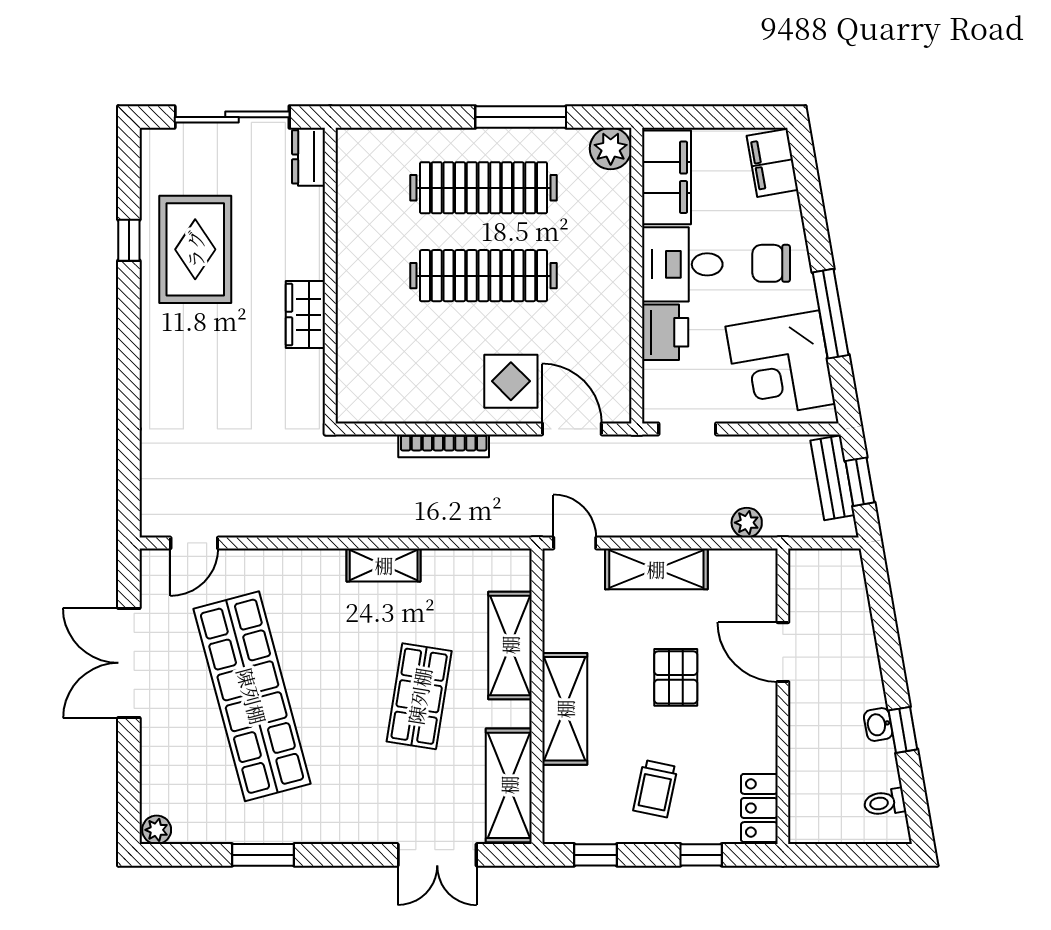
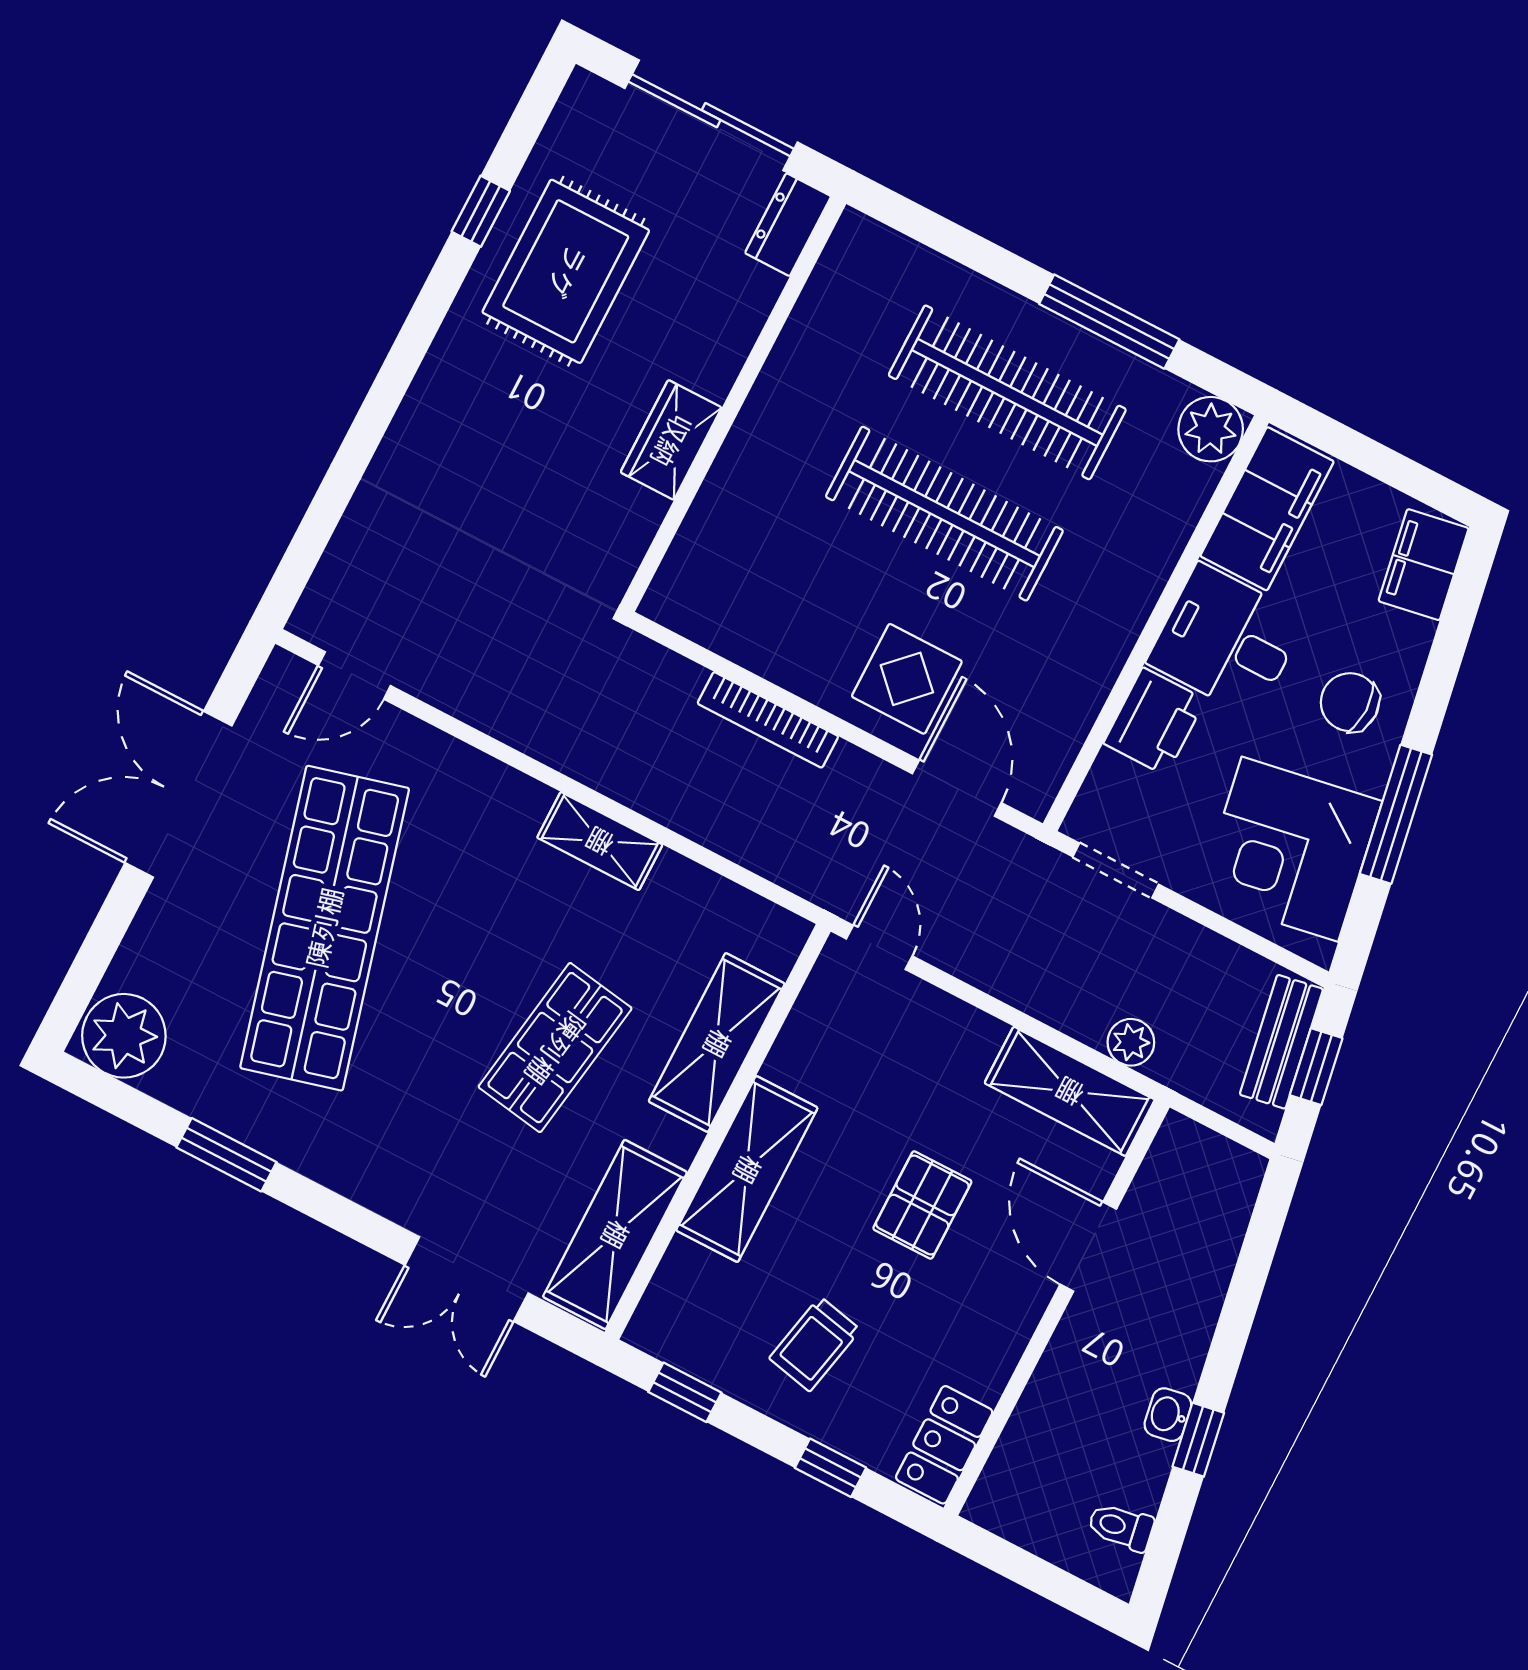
shelving: (656, 569) -> (1070, 1091), moved
plant: (157, 830) -> (124, 1036), width x1.88, depth x1.88

